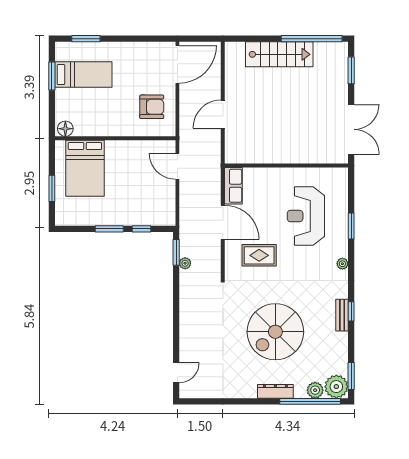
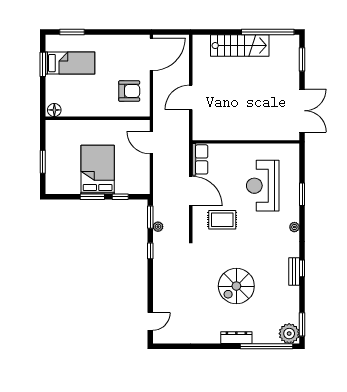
bed: (85, 168) -> (98, 170), moved, turned 180
window: (176, 291) -> (150, 251), added
spiral stairs: (275, 332) -> (236, 286), width x0.73, depth x0.73
plant: (315, 390) -> (271, 337), removed

